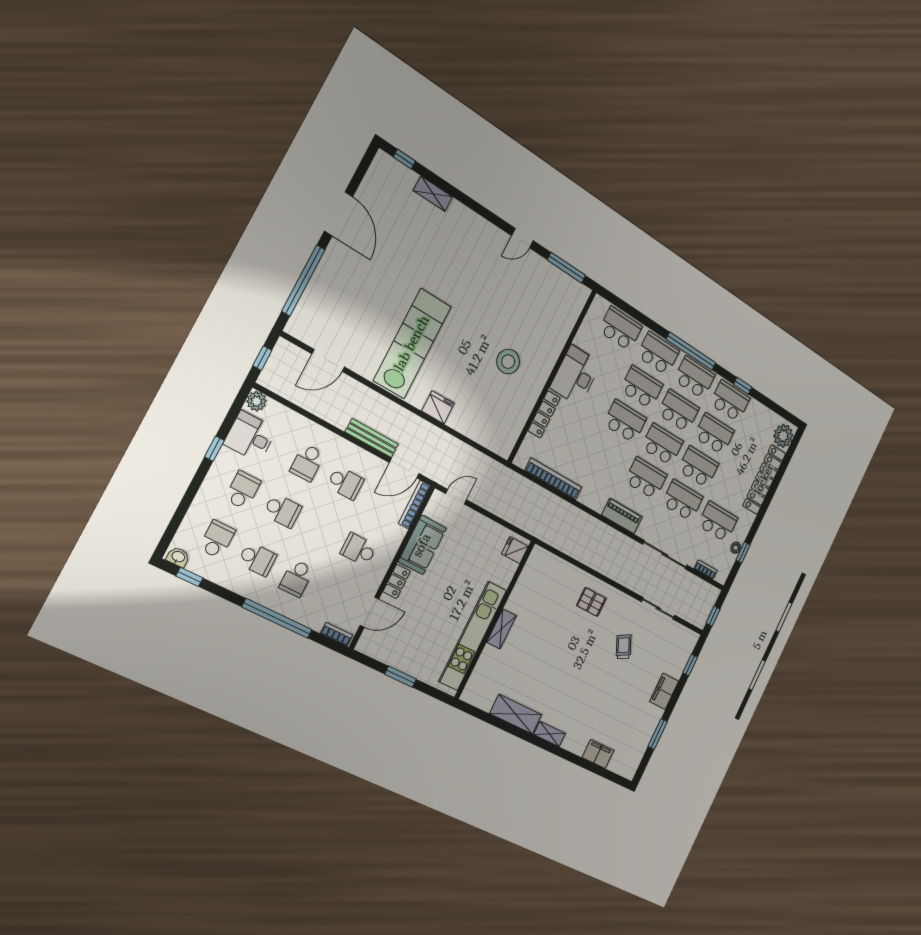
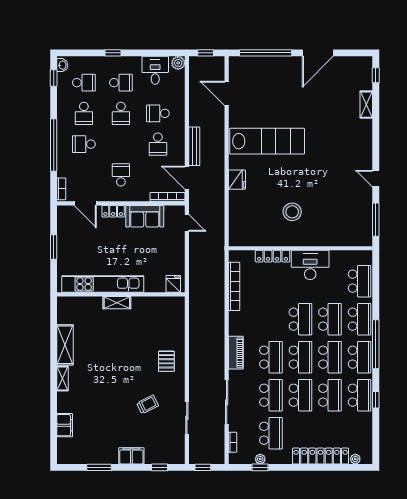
plant: (783, 436) -> (355, 459), width x0.53, depth x0.53
window: (214, 449) -> (113, 53), moved

